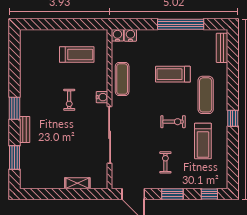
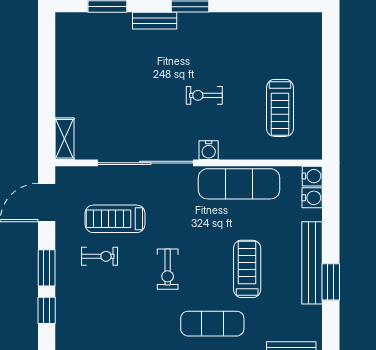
window: (181, 24) -> (331, 282), width x0.47
bench: (169, 35) -> (312, 263), added
exercise mat: (122, 79) -> (239, 184), width x1.36, depth x1.45
treadmill: (203, 141) -> (115, 219), moved
shelving: (77, 183) -> (65, 139), moved
window: (209, 194) -> (47, 310), moved

